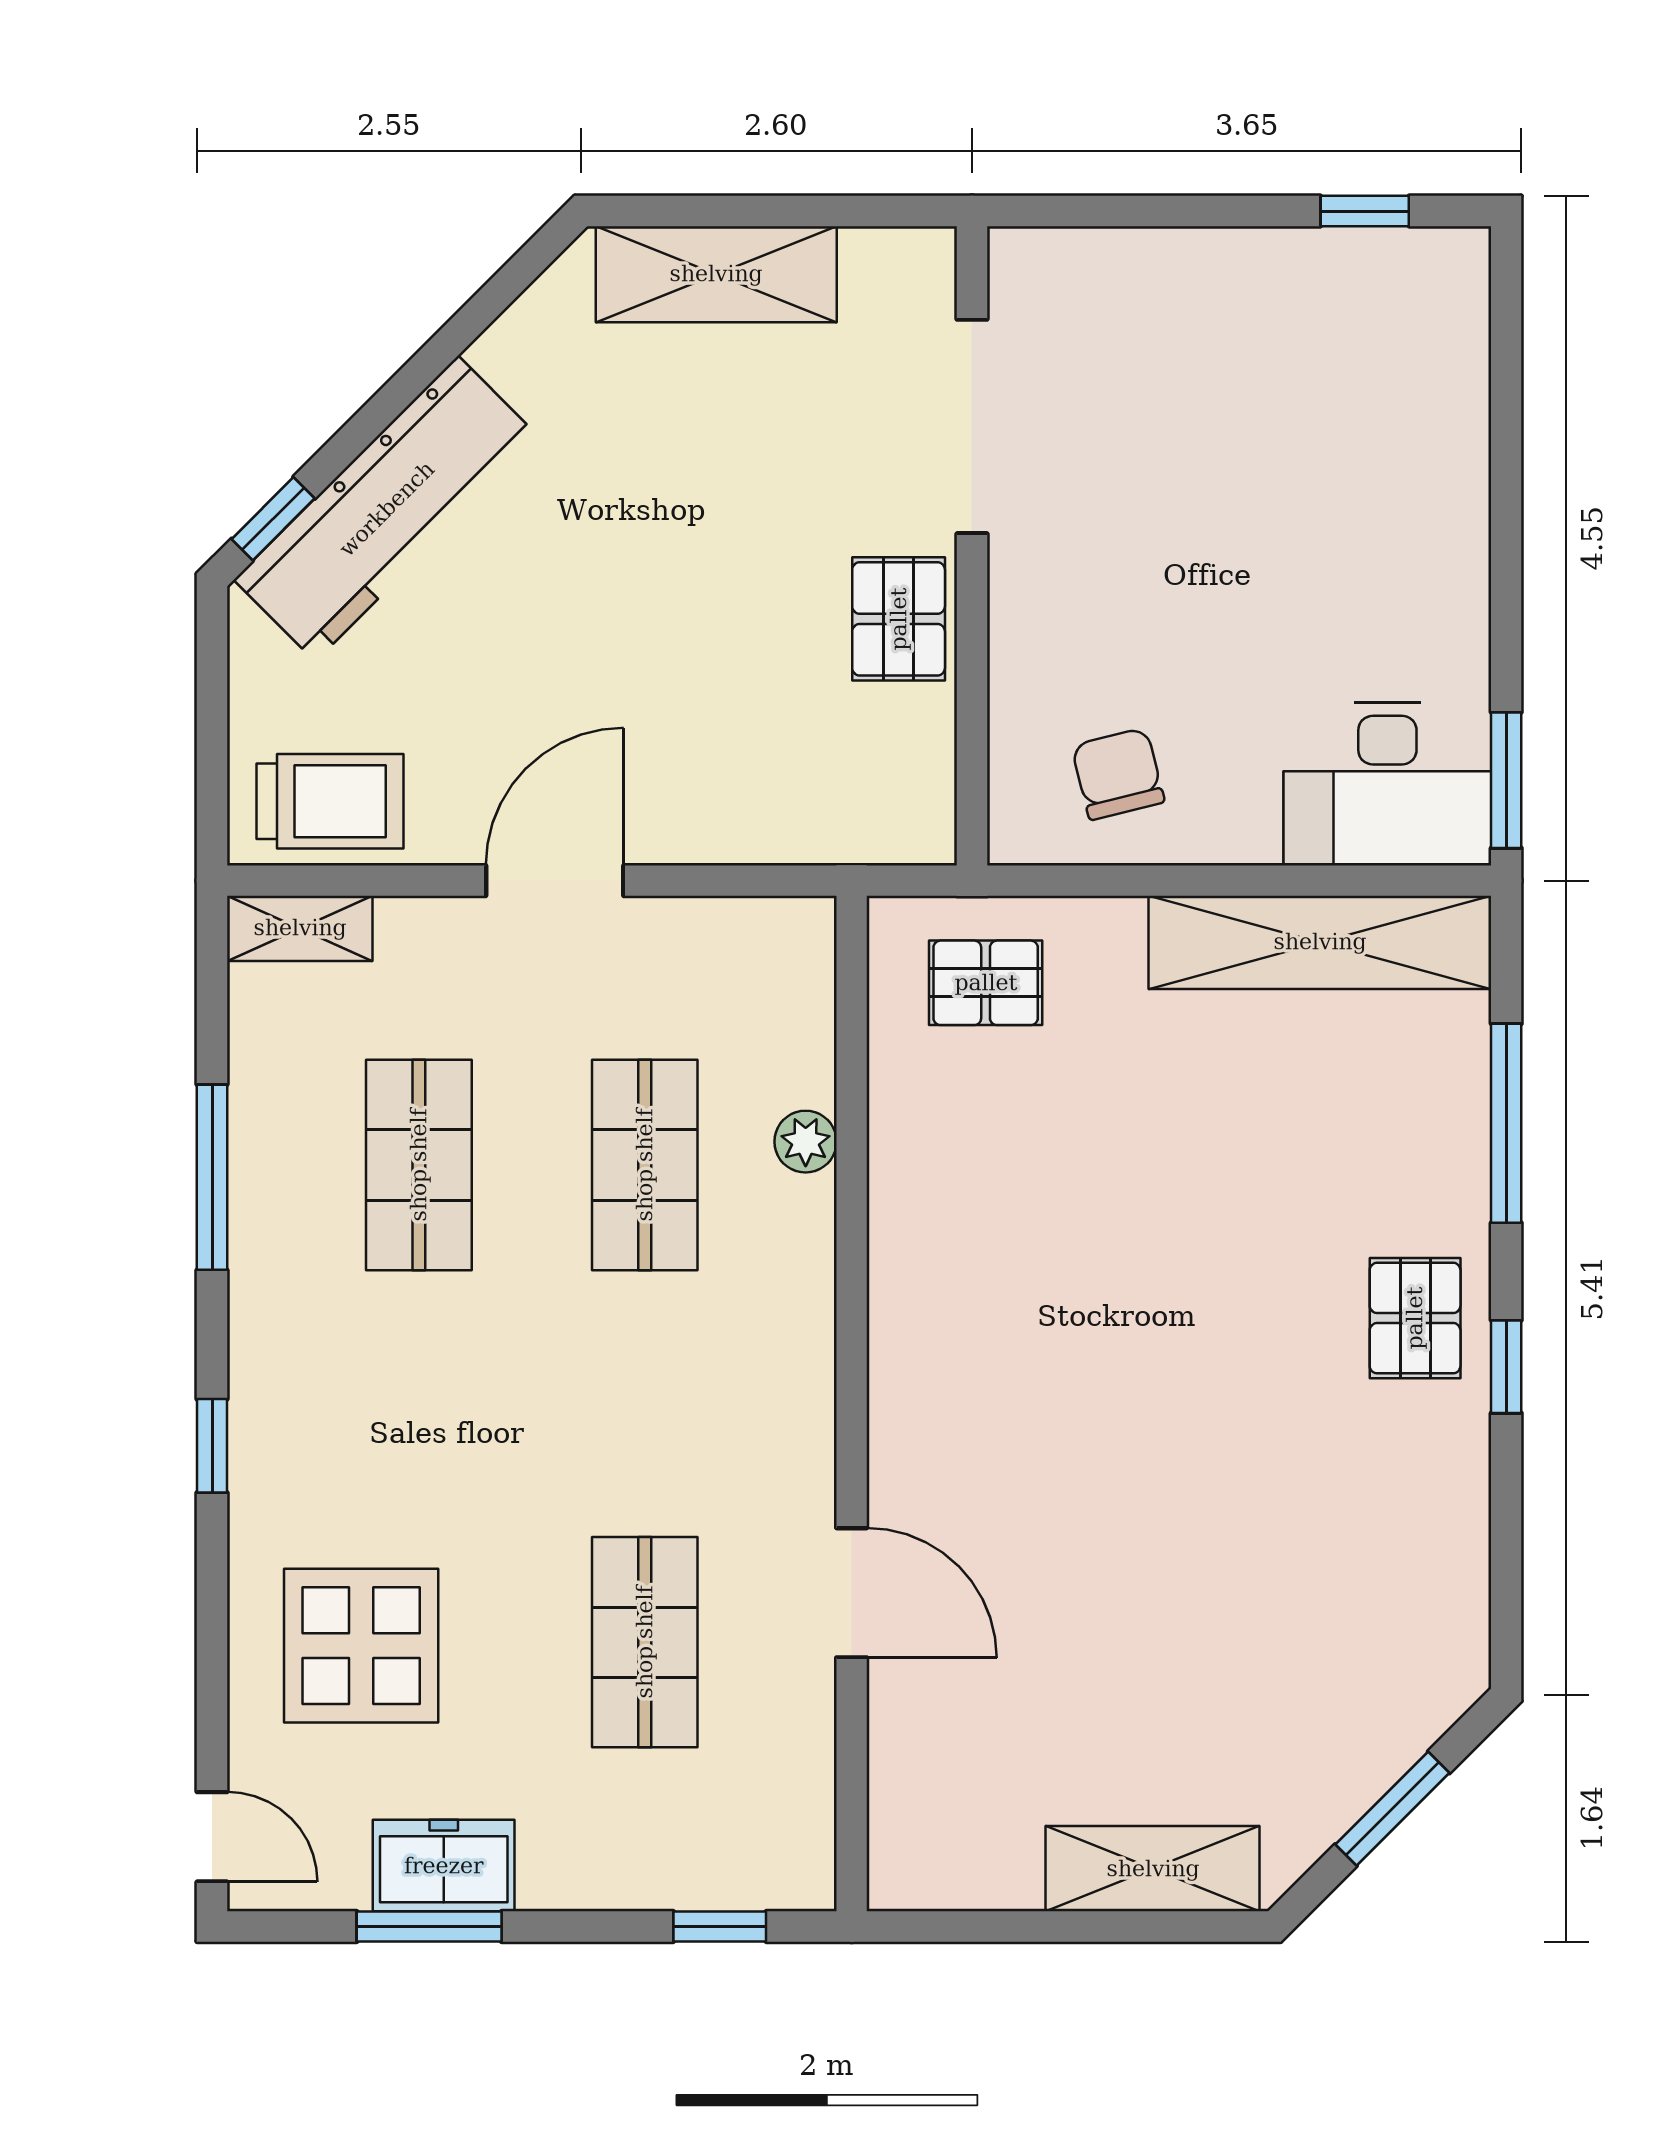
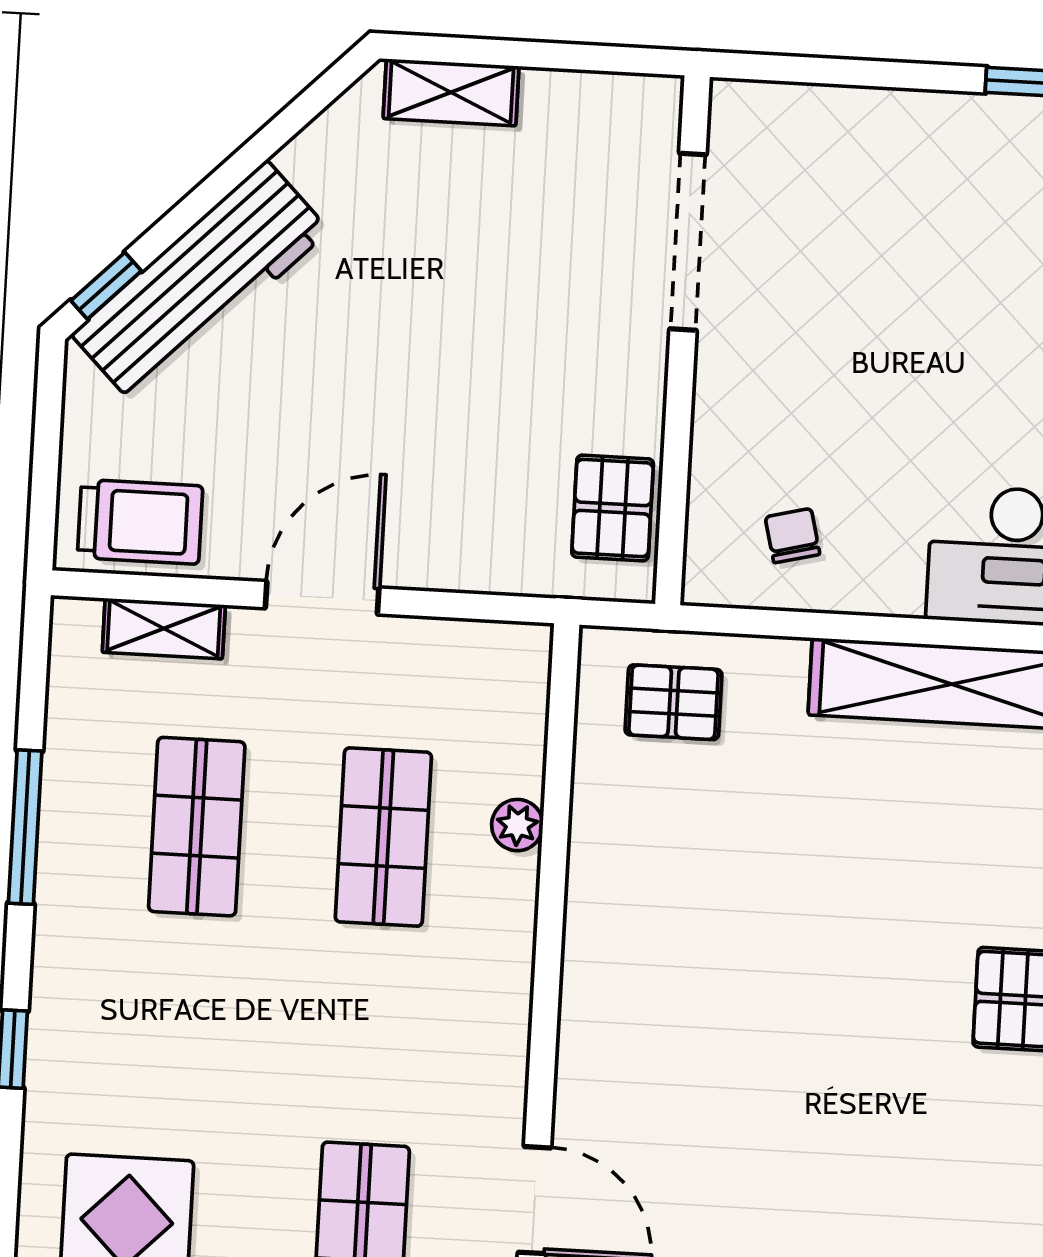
shelving: (716, 274) -> (451, 92), width x0.67, depth x0.75
pallet: (899, 619) -> (613, 508), moved
chair: (1118, 774) -> (793, 536), width x0.73, depth x0.73
shelving: (300, 928) -> (164, 629), moved

